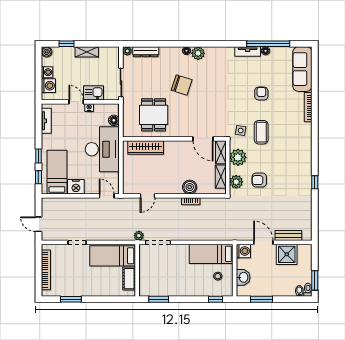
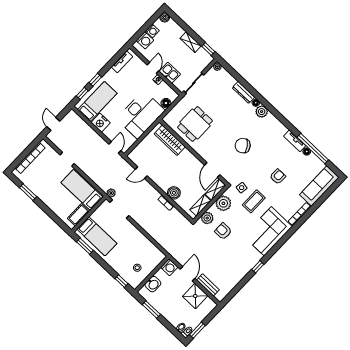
window: (67, 44) -> (208, 49), moved
dresser: (146, 52) -> (244, 92), moved
chair: (182, 85) -> (243, 146), moved, turned 127
corner sofa: (296, 146) -> (268, 231), added
bed: (211, 254) -> (97, 236), moved, turned 180

